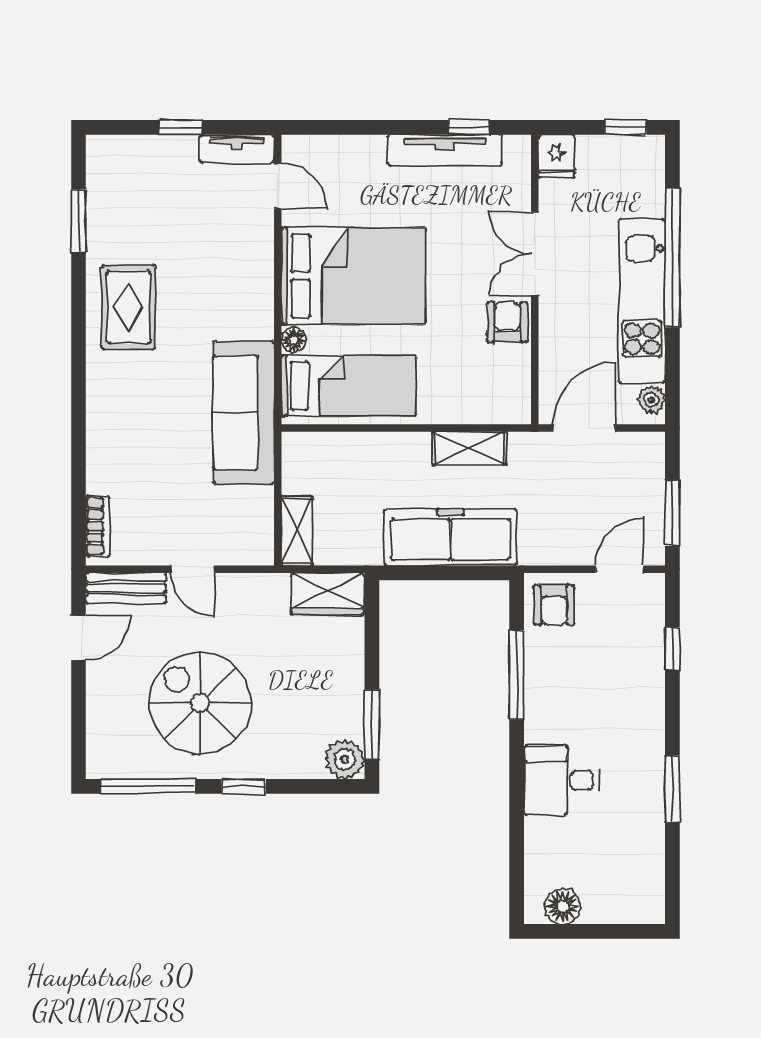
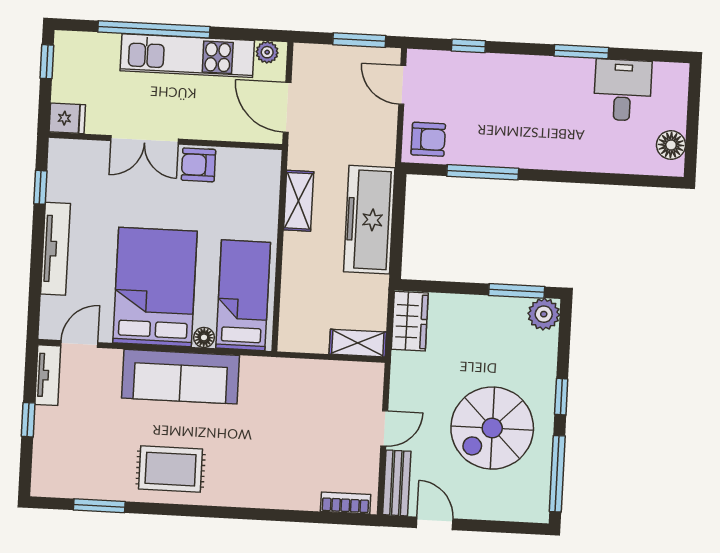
tv unit: (445, 150) -> (55, 249), moved
sofa: (244, 413) -> (181, 377), moved
desk: (561, 780) -> (623, 90), moved, turned 180

